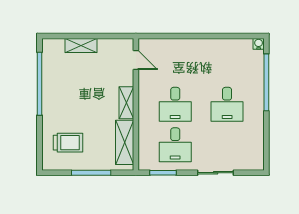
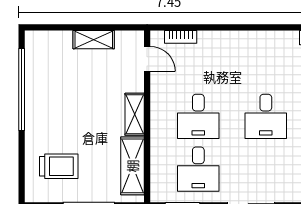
bookcase: (162, 43) -> (181, 37), added
shelving: (81, 45) -> (94, 40), moved

